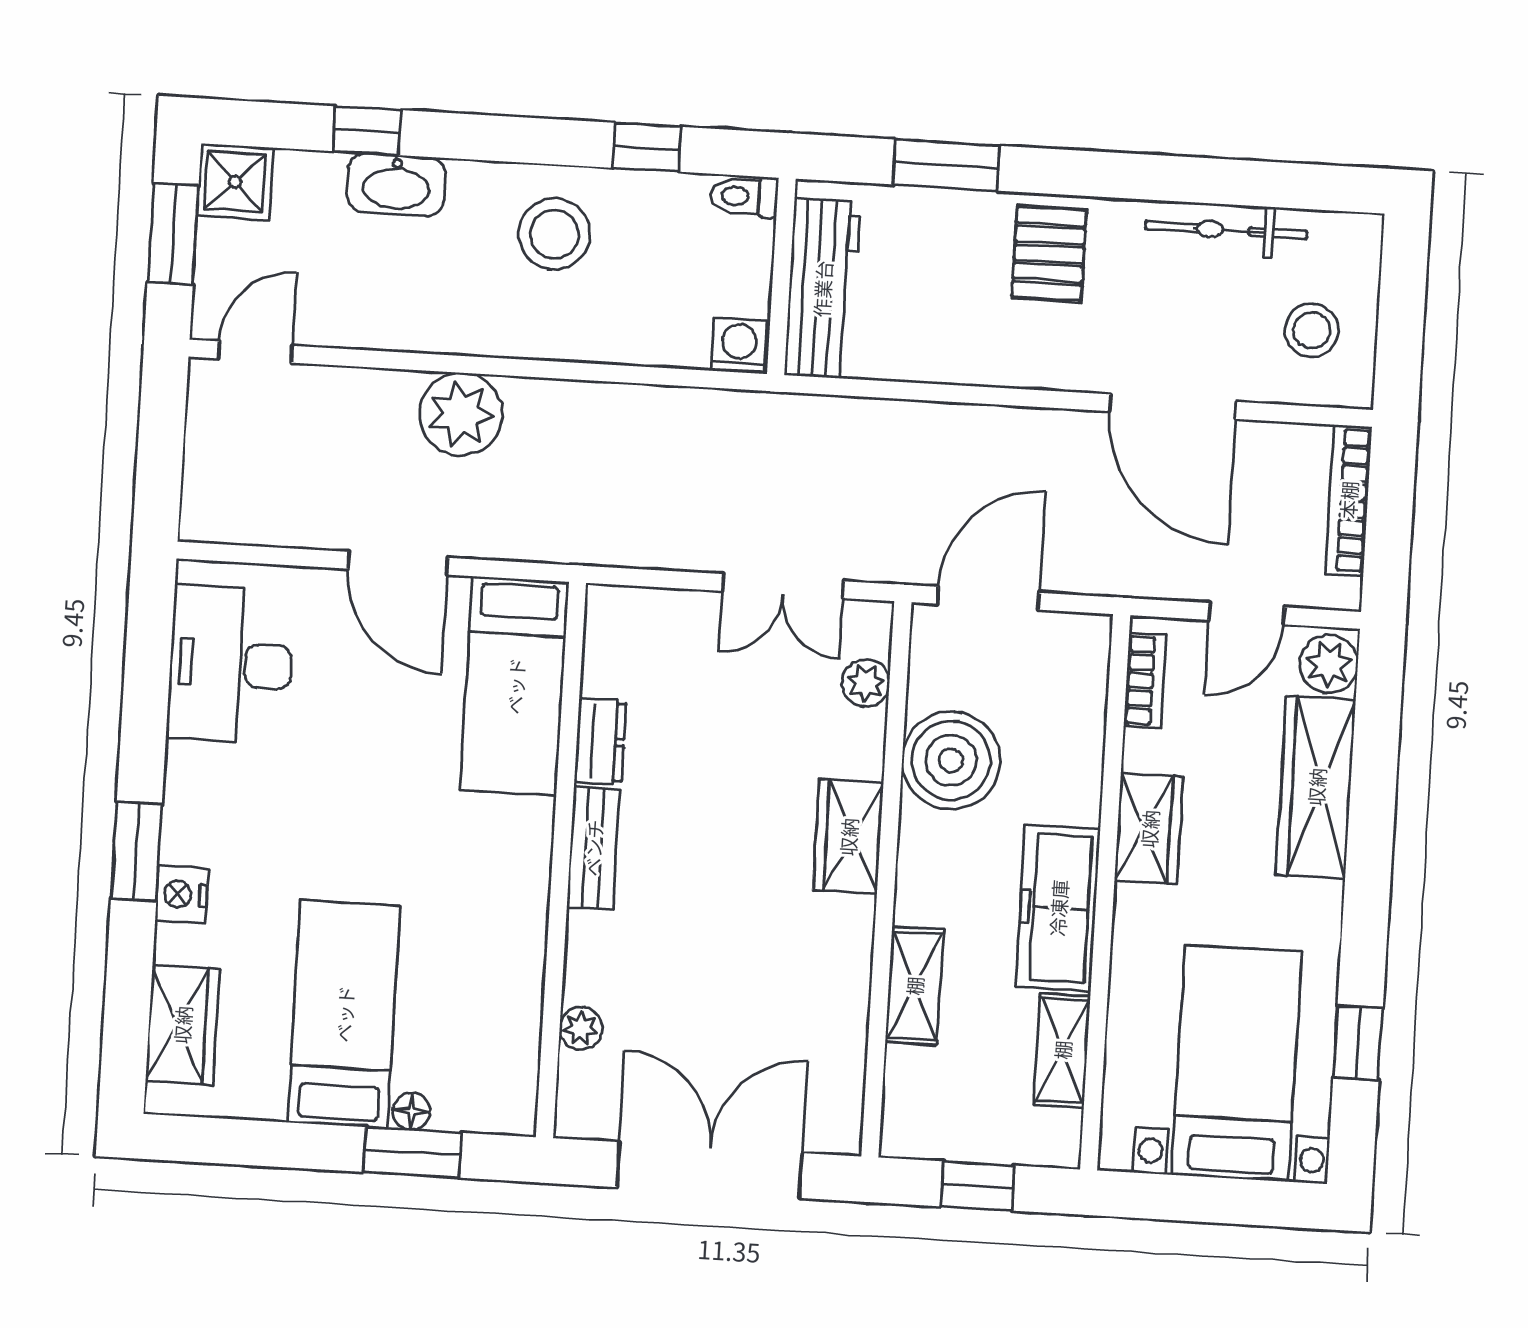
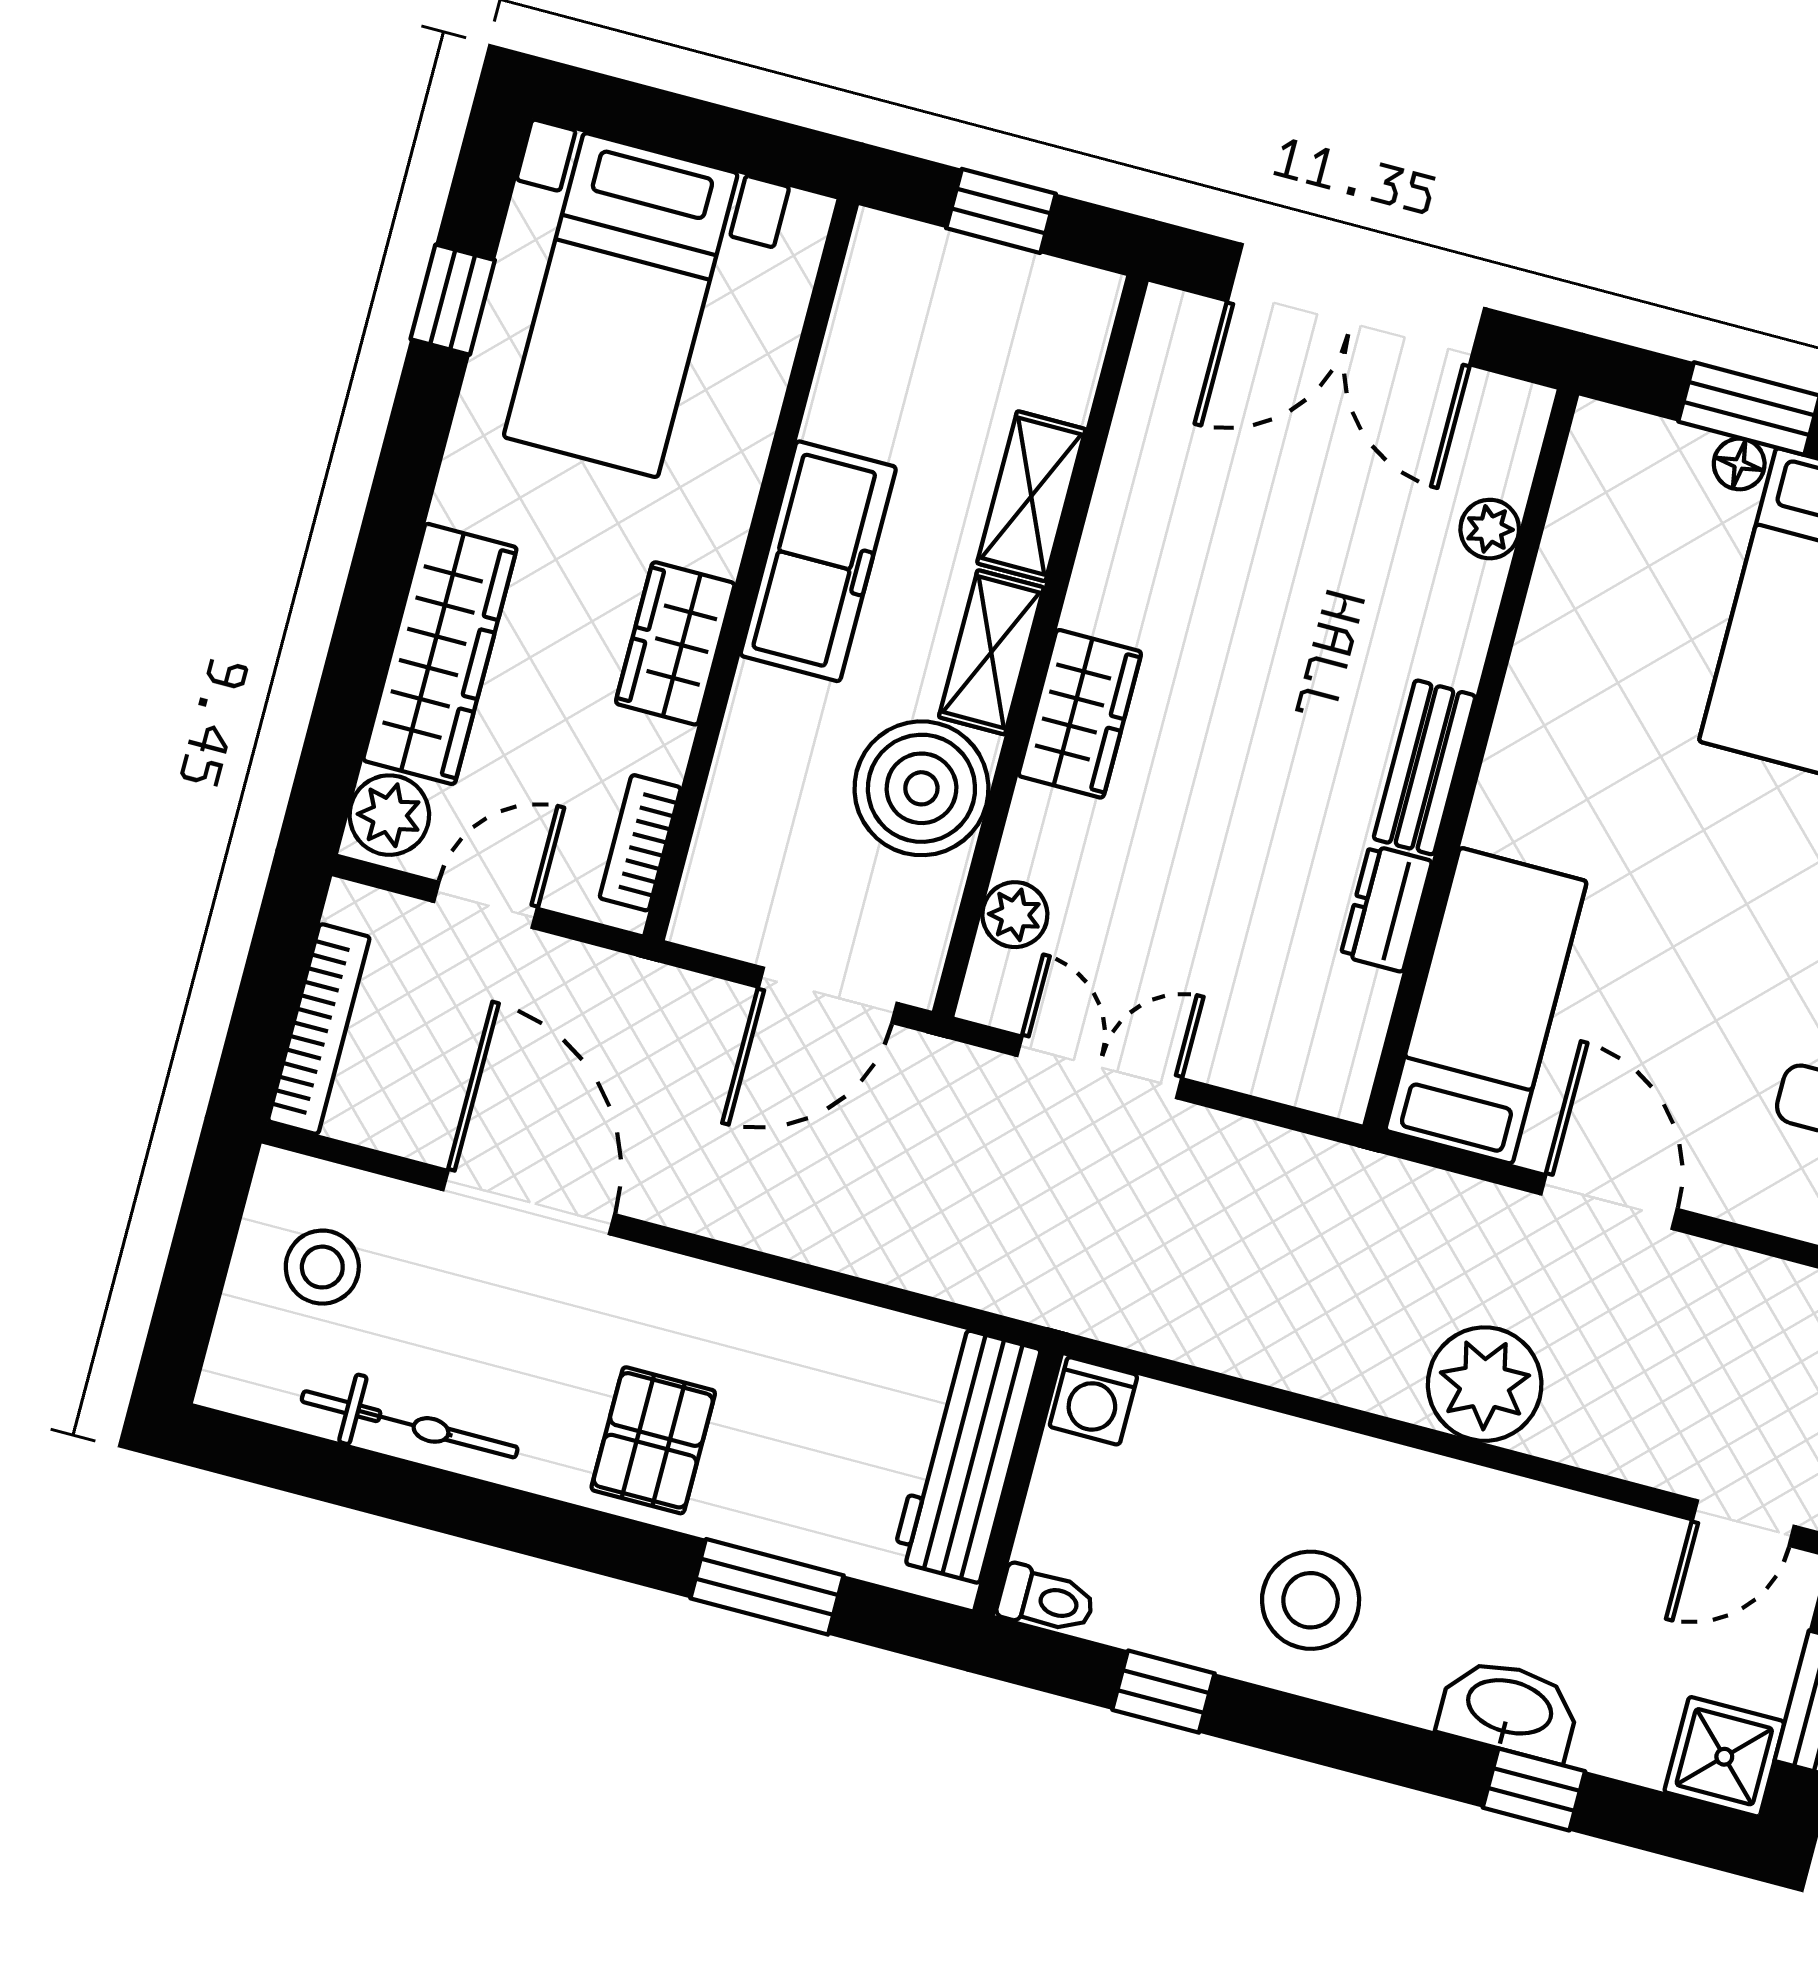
shelving: (1062, 1050) -> (991, 652), moved

